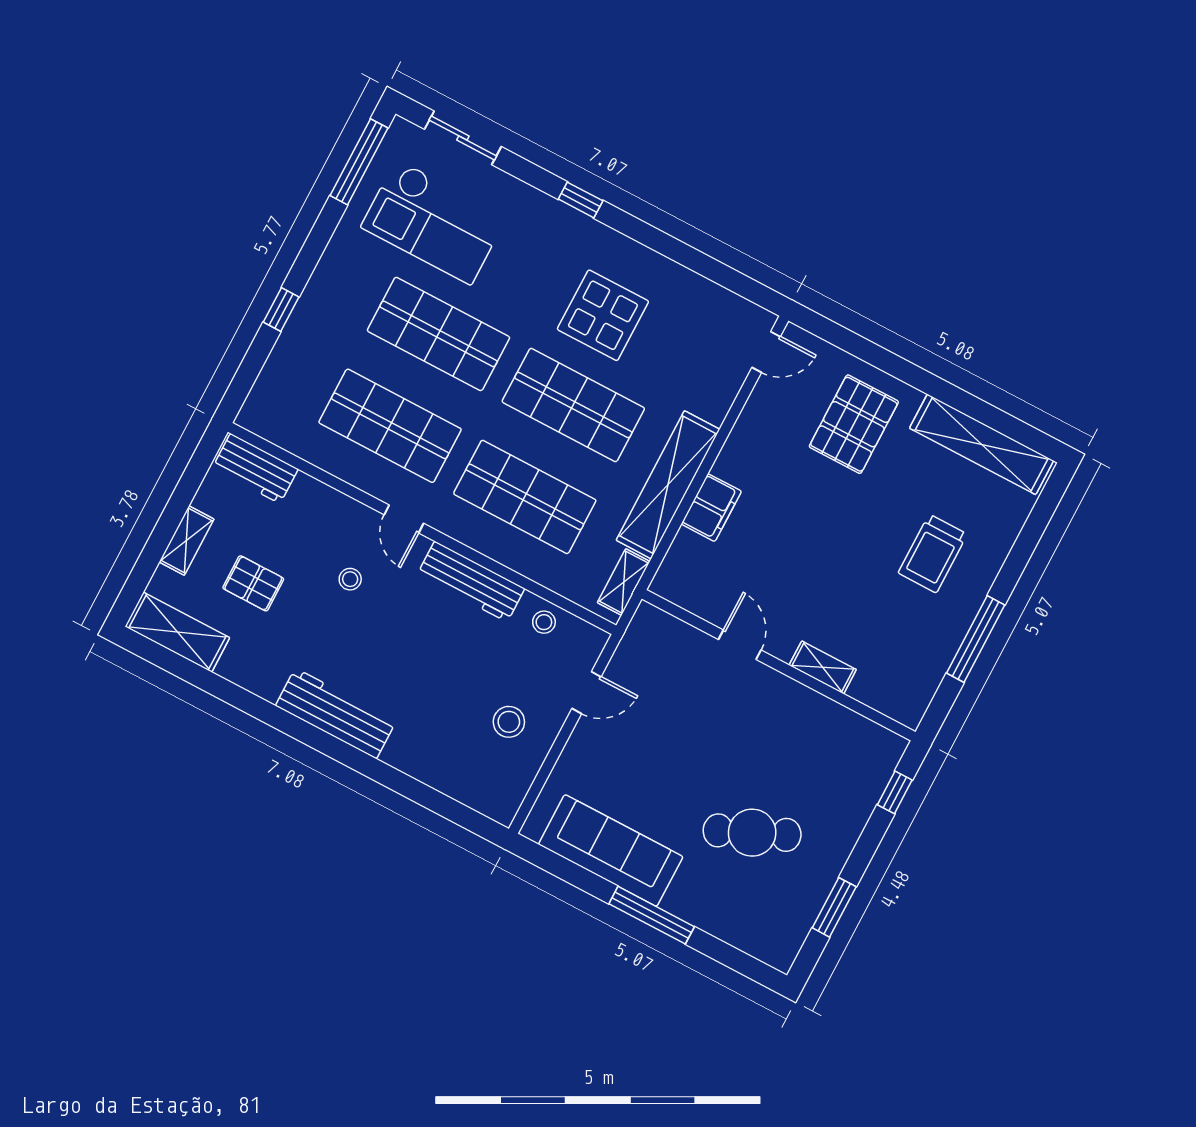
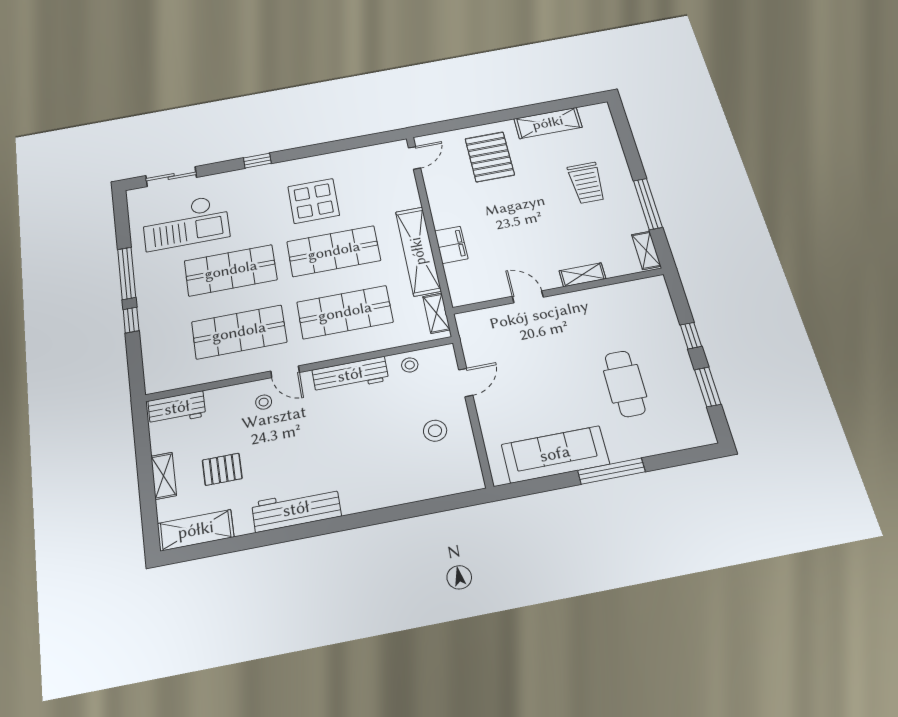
window: (359, 162) -> (127, 273), moved
shelving: (982, 444) -> (548, 123), width x0.68
stool: (350, 579) -> (264, 402), moved
shelving: (919, 696) -> (646, 250), added
workbench: (336, 713) -> (296, 509), moved
window: (895, 792) -> (691, 336), moved
cafe table: (752, 833) -> (625, 384), turned -66

